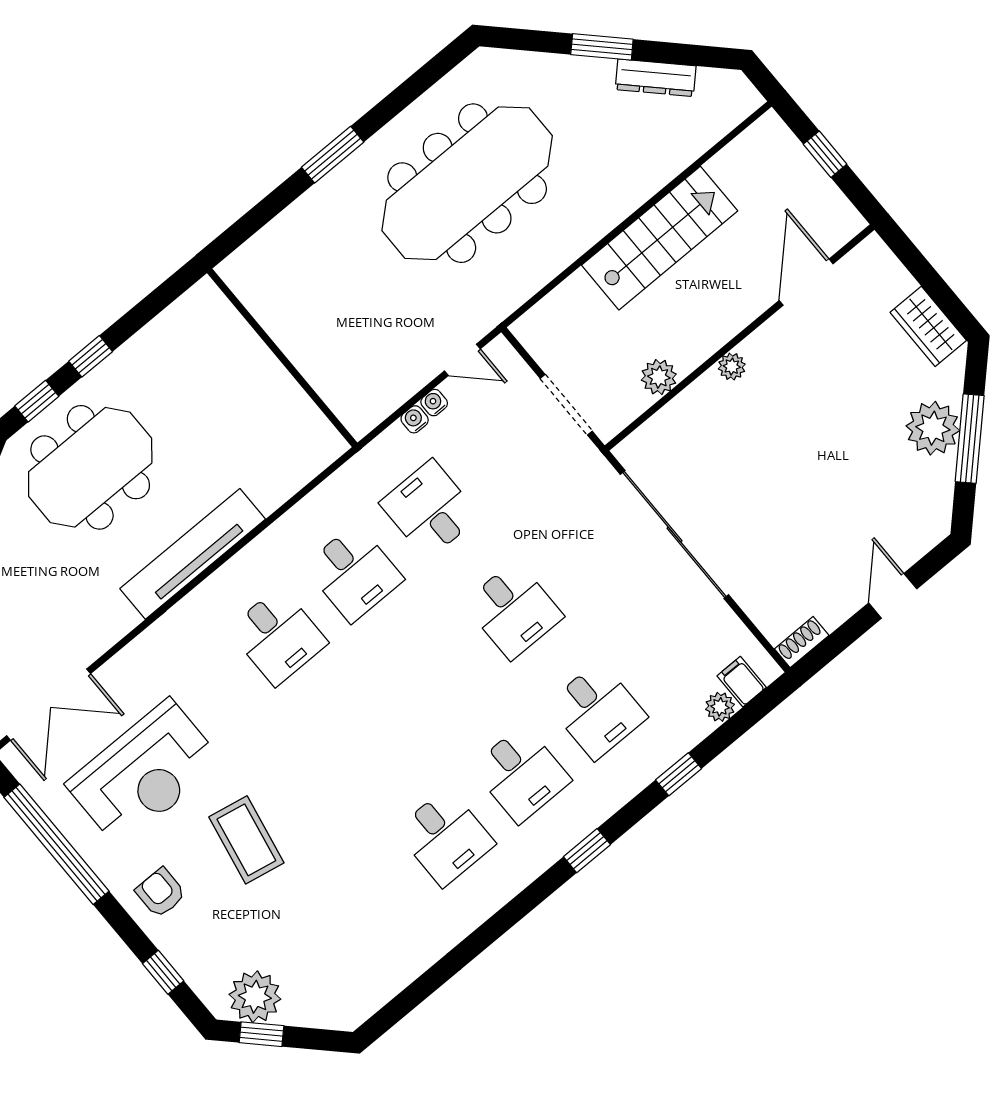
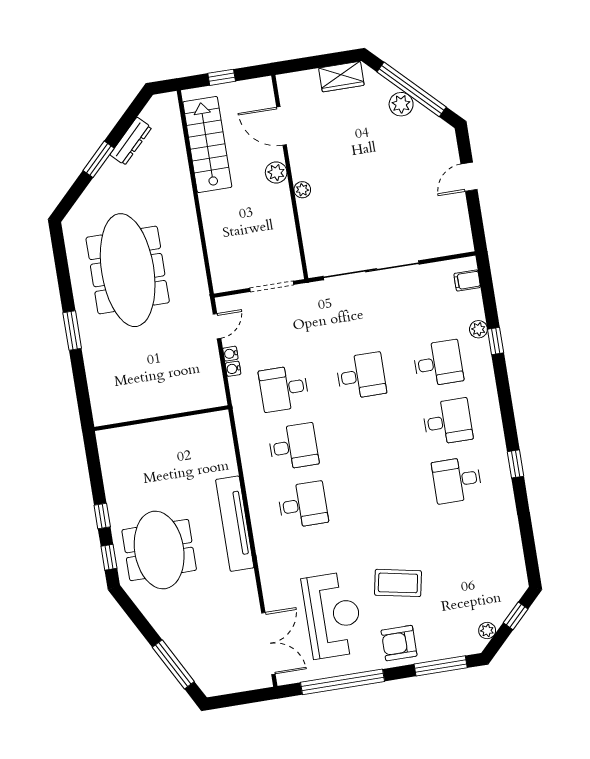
stairs: (660, 238) -> (207, 144), moved
plant: (659, 377) -> (276, 172), moved
plant: (933, 428) -> (401, 104), width x0.73, depth x0.73
window: (970, 439) -> (412, 89), width x1.46
door: (893, 596) -> (469, 177), hinge flipped
shoe rack: (802, 642) -> (465, 238), removed
plant: (720, 707) -> (478, 329), moved
desk: (445, 837) -> (457, 480), turned 180
window: (587, 851) -> (516, 464), moved
armchair: (161, 893) -> (399, 643), width x1.38, depth x1.38
window: (163, 972) -> (441, 666), width x2.17
plant: (255, 997) -> (487, 631), width x0.53, depth x0.53
window: (261, 1034) -> (516, 616), moved

